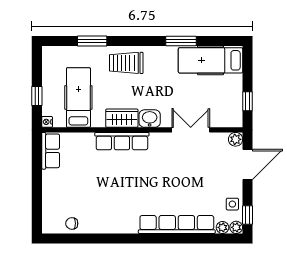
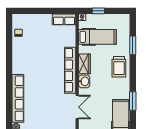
trolley: (126, 63) -> (119, 67), turned 180
row of seats: (122, 141) -> (70, 70), width x1.36

